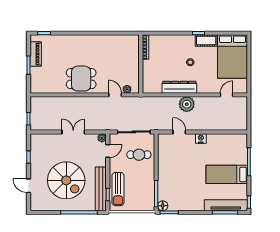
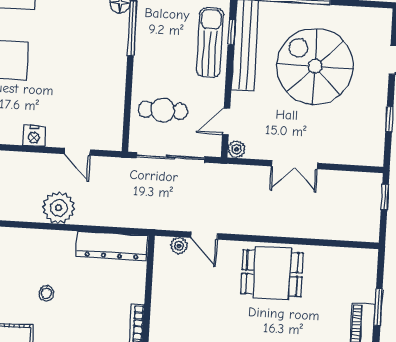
dresser: (179, 87) -> (112, 246), moved

